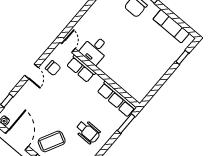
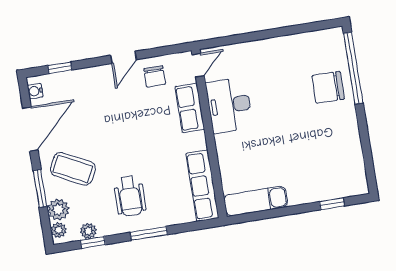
exam couch: (171, 26) -> (256, 201), moved, turned 90
desk: (95, 50) -> (229, 105), width x1.37
window: (126, 124) -> (149, 233), moved

